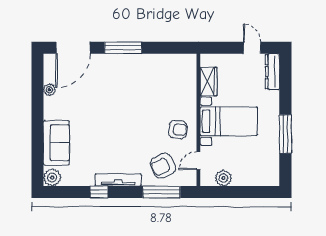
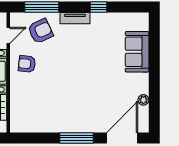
plant: (52, 177) -> (141, 20), removed
tv unit: (118, 180) -> (75, 18), width x0.71

